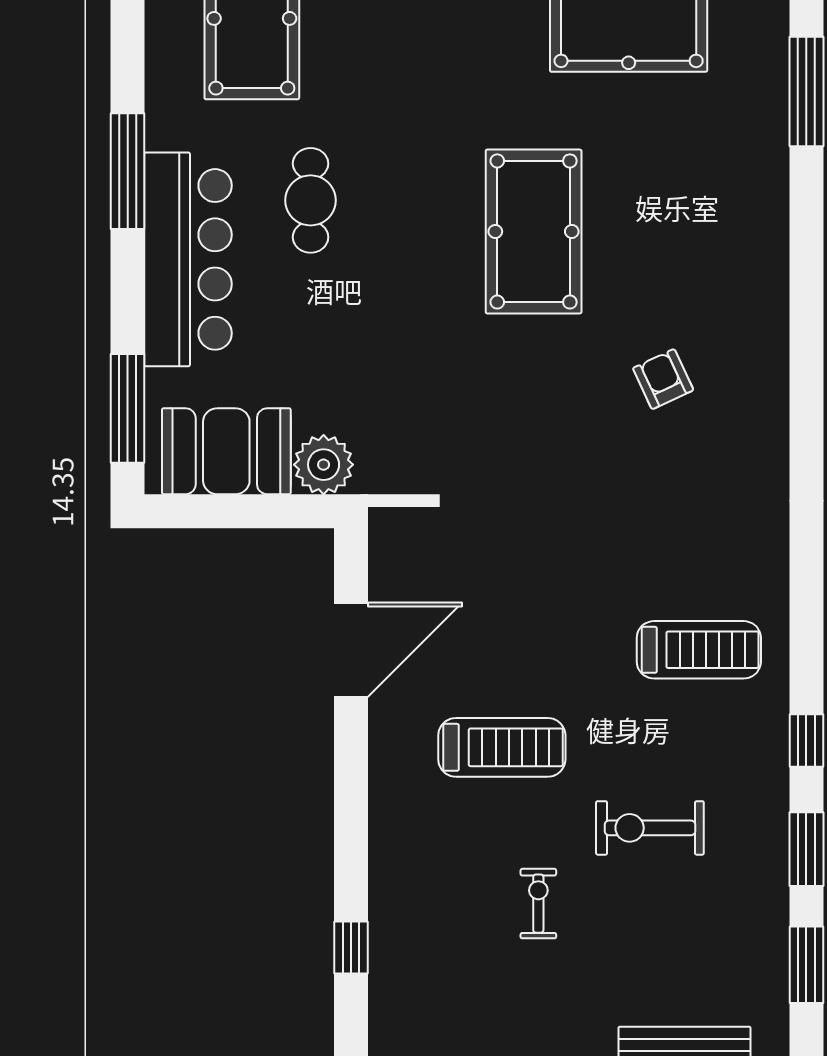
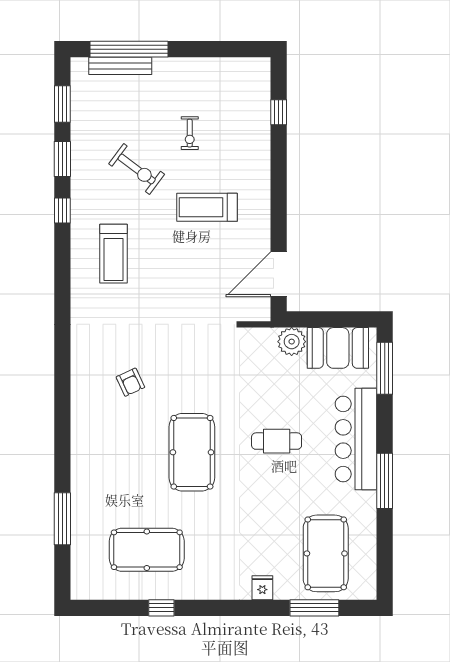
cafe table: (311, 200) -> (277, 441), moved, turned 90
door: (351, 650) -> (279, 274), moved
treadmill: (699, 650) -> (113, 254), turned -90
exercise bike: (650, 828) -> (137, 169), turned 37

